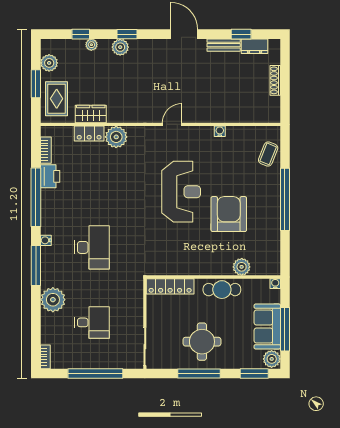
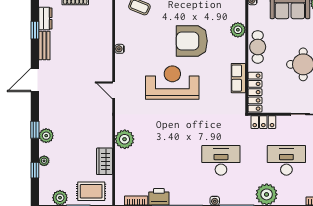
locker: (89, 134) -> (263, 122), moved, turned 90
row of seats: (186, 267) -> (238, 78), added
desk: (92, 322) -> (286, 160), width x1.37

